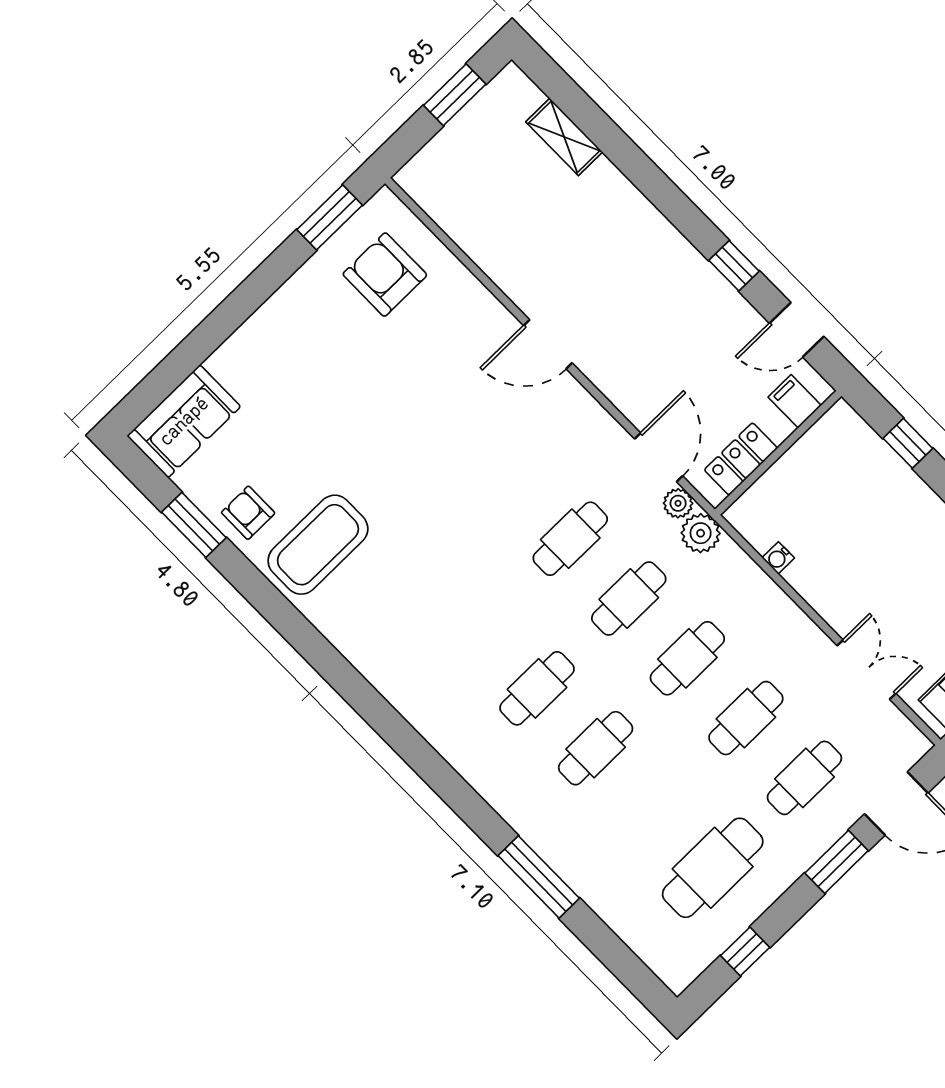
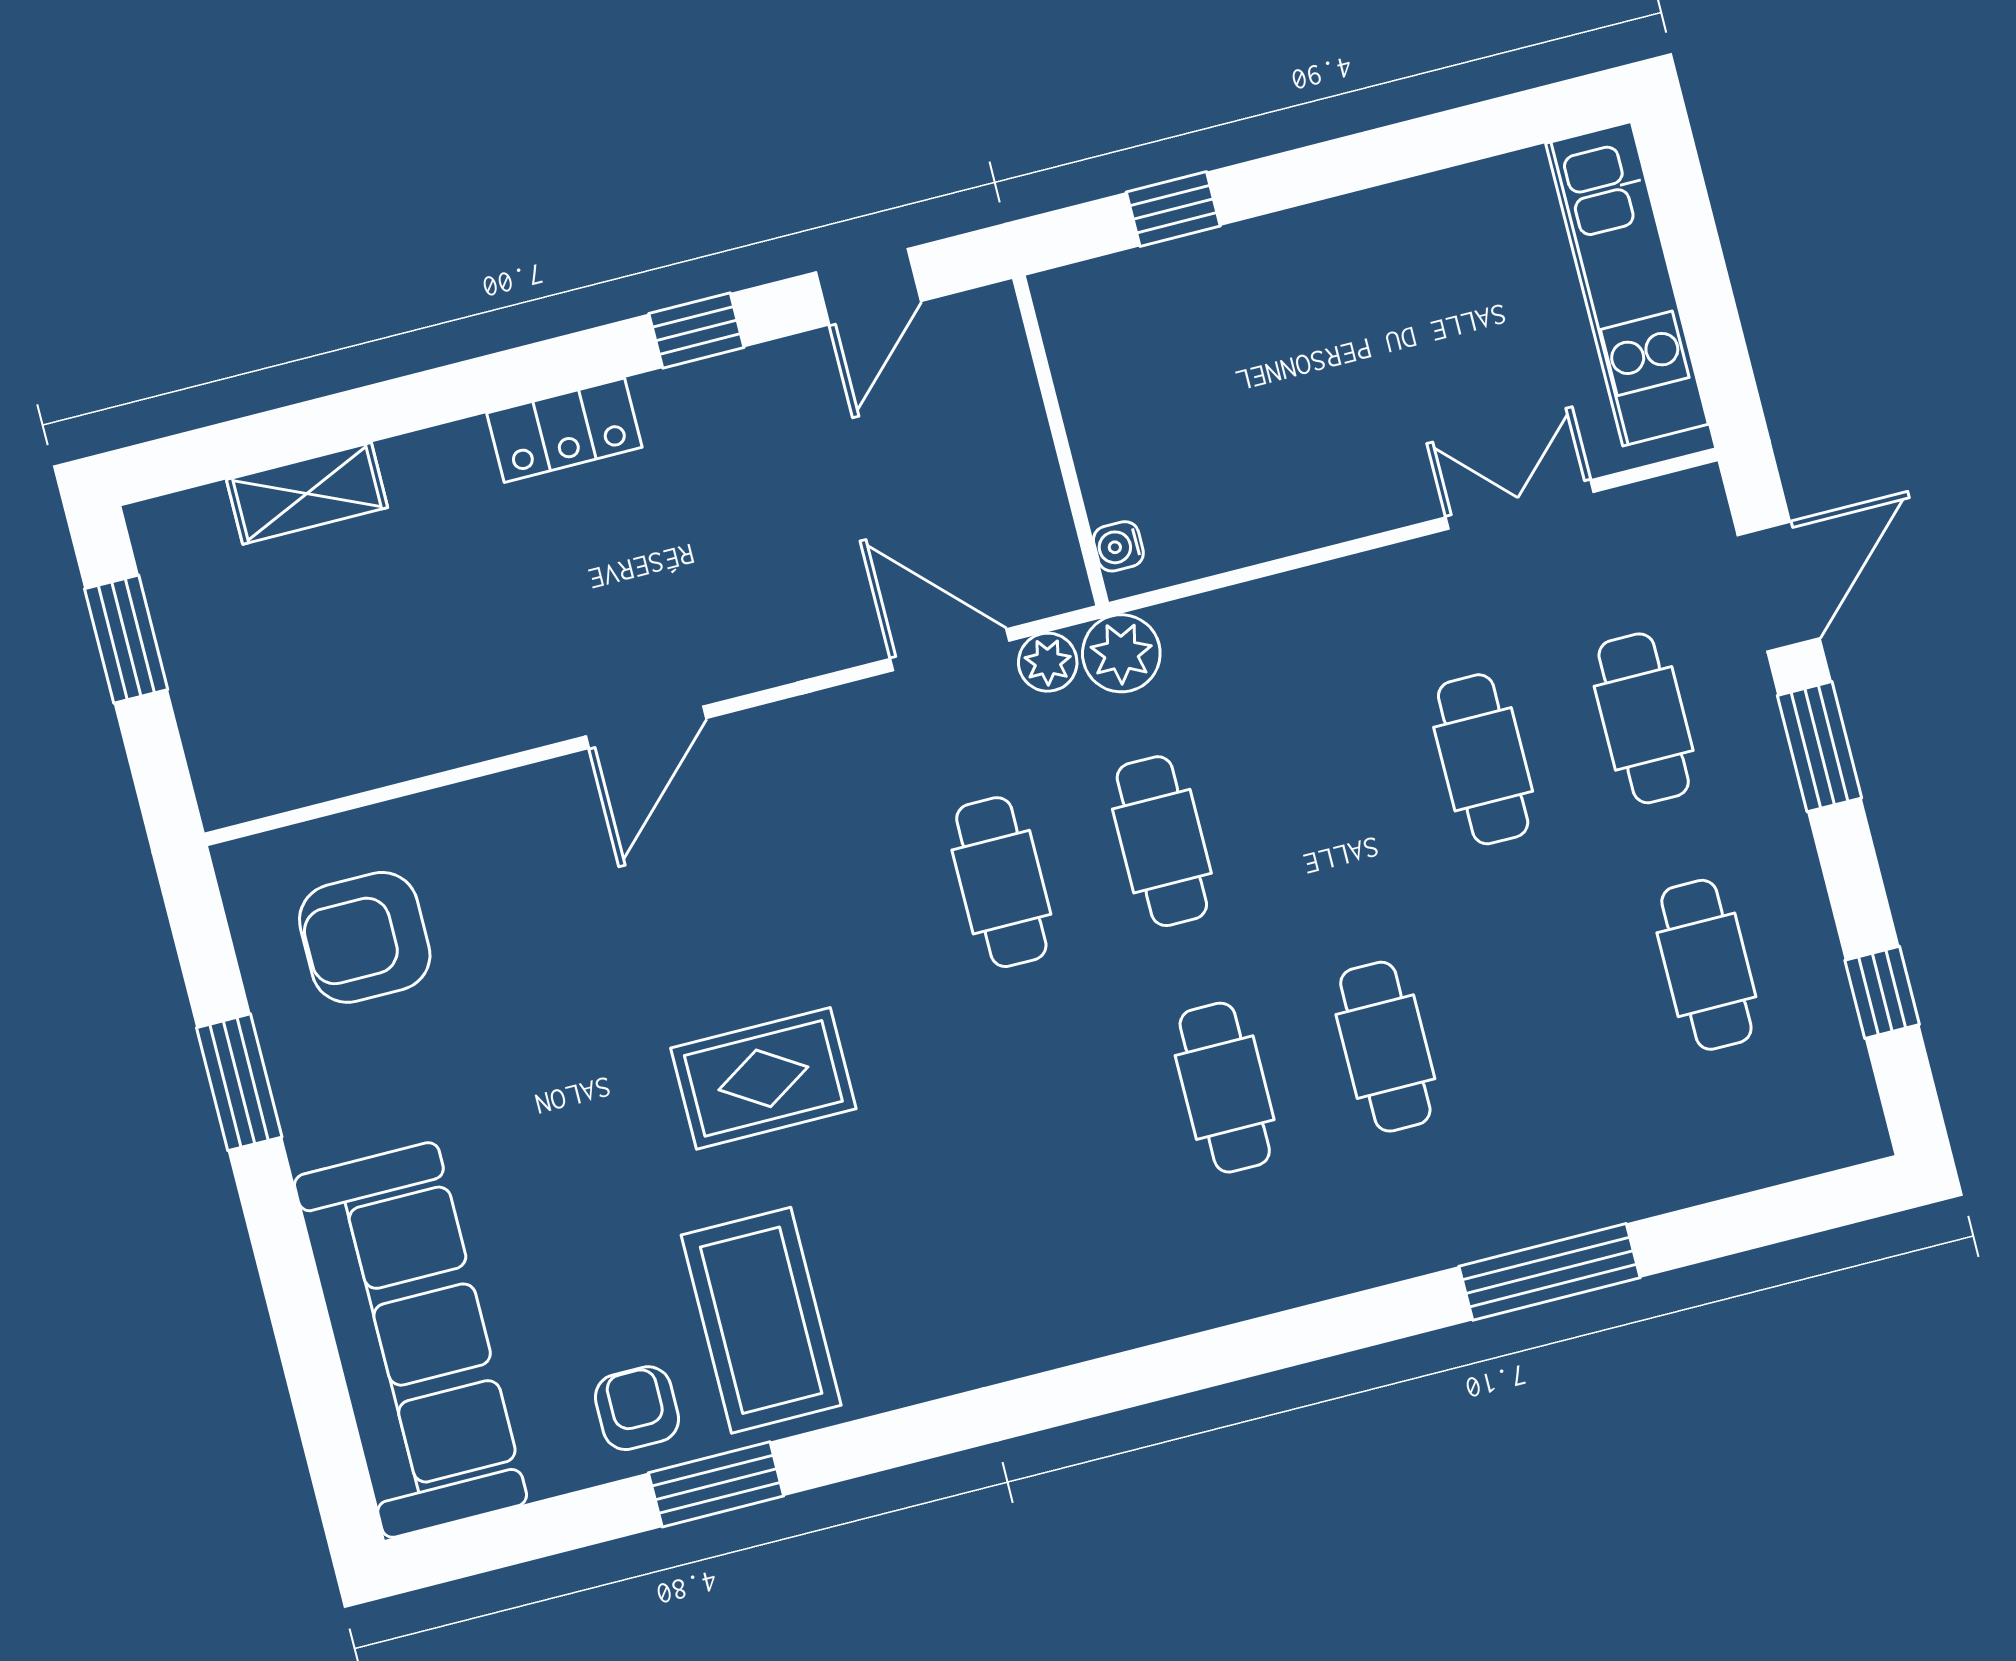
window: (330, 217) -> (239, 1082), moved
filing cabinet: (795, 401) -> (989, 361), removed
sofa: (184, 421) -> (411, 1340), width x1.85, depth x1.27
locker: (741, 459) -> (564, 430), moved, turned -90
rug: (424, 484) -> (763, 1078), added
armchair: (248, 513) -> (637, 1408), turned 90
window: (194, 525) -> (716, 1484), moved
water cooler: (778, 558) -> (1118, 546), moved, turned 90
cafe table: (687, 658) -> (1322, 800), removed
cafe table: (713, 868) -> (1706, 965), width x0.73, depth x0.74

